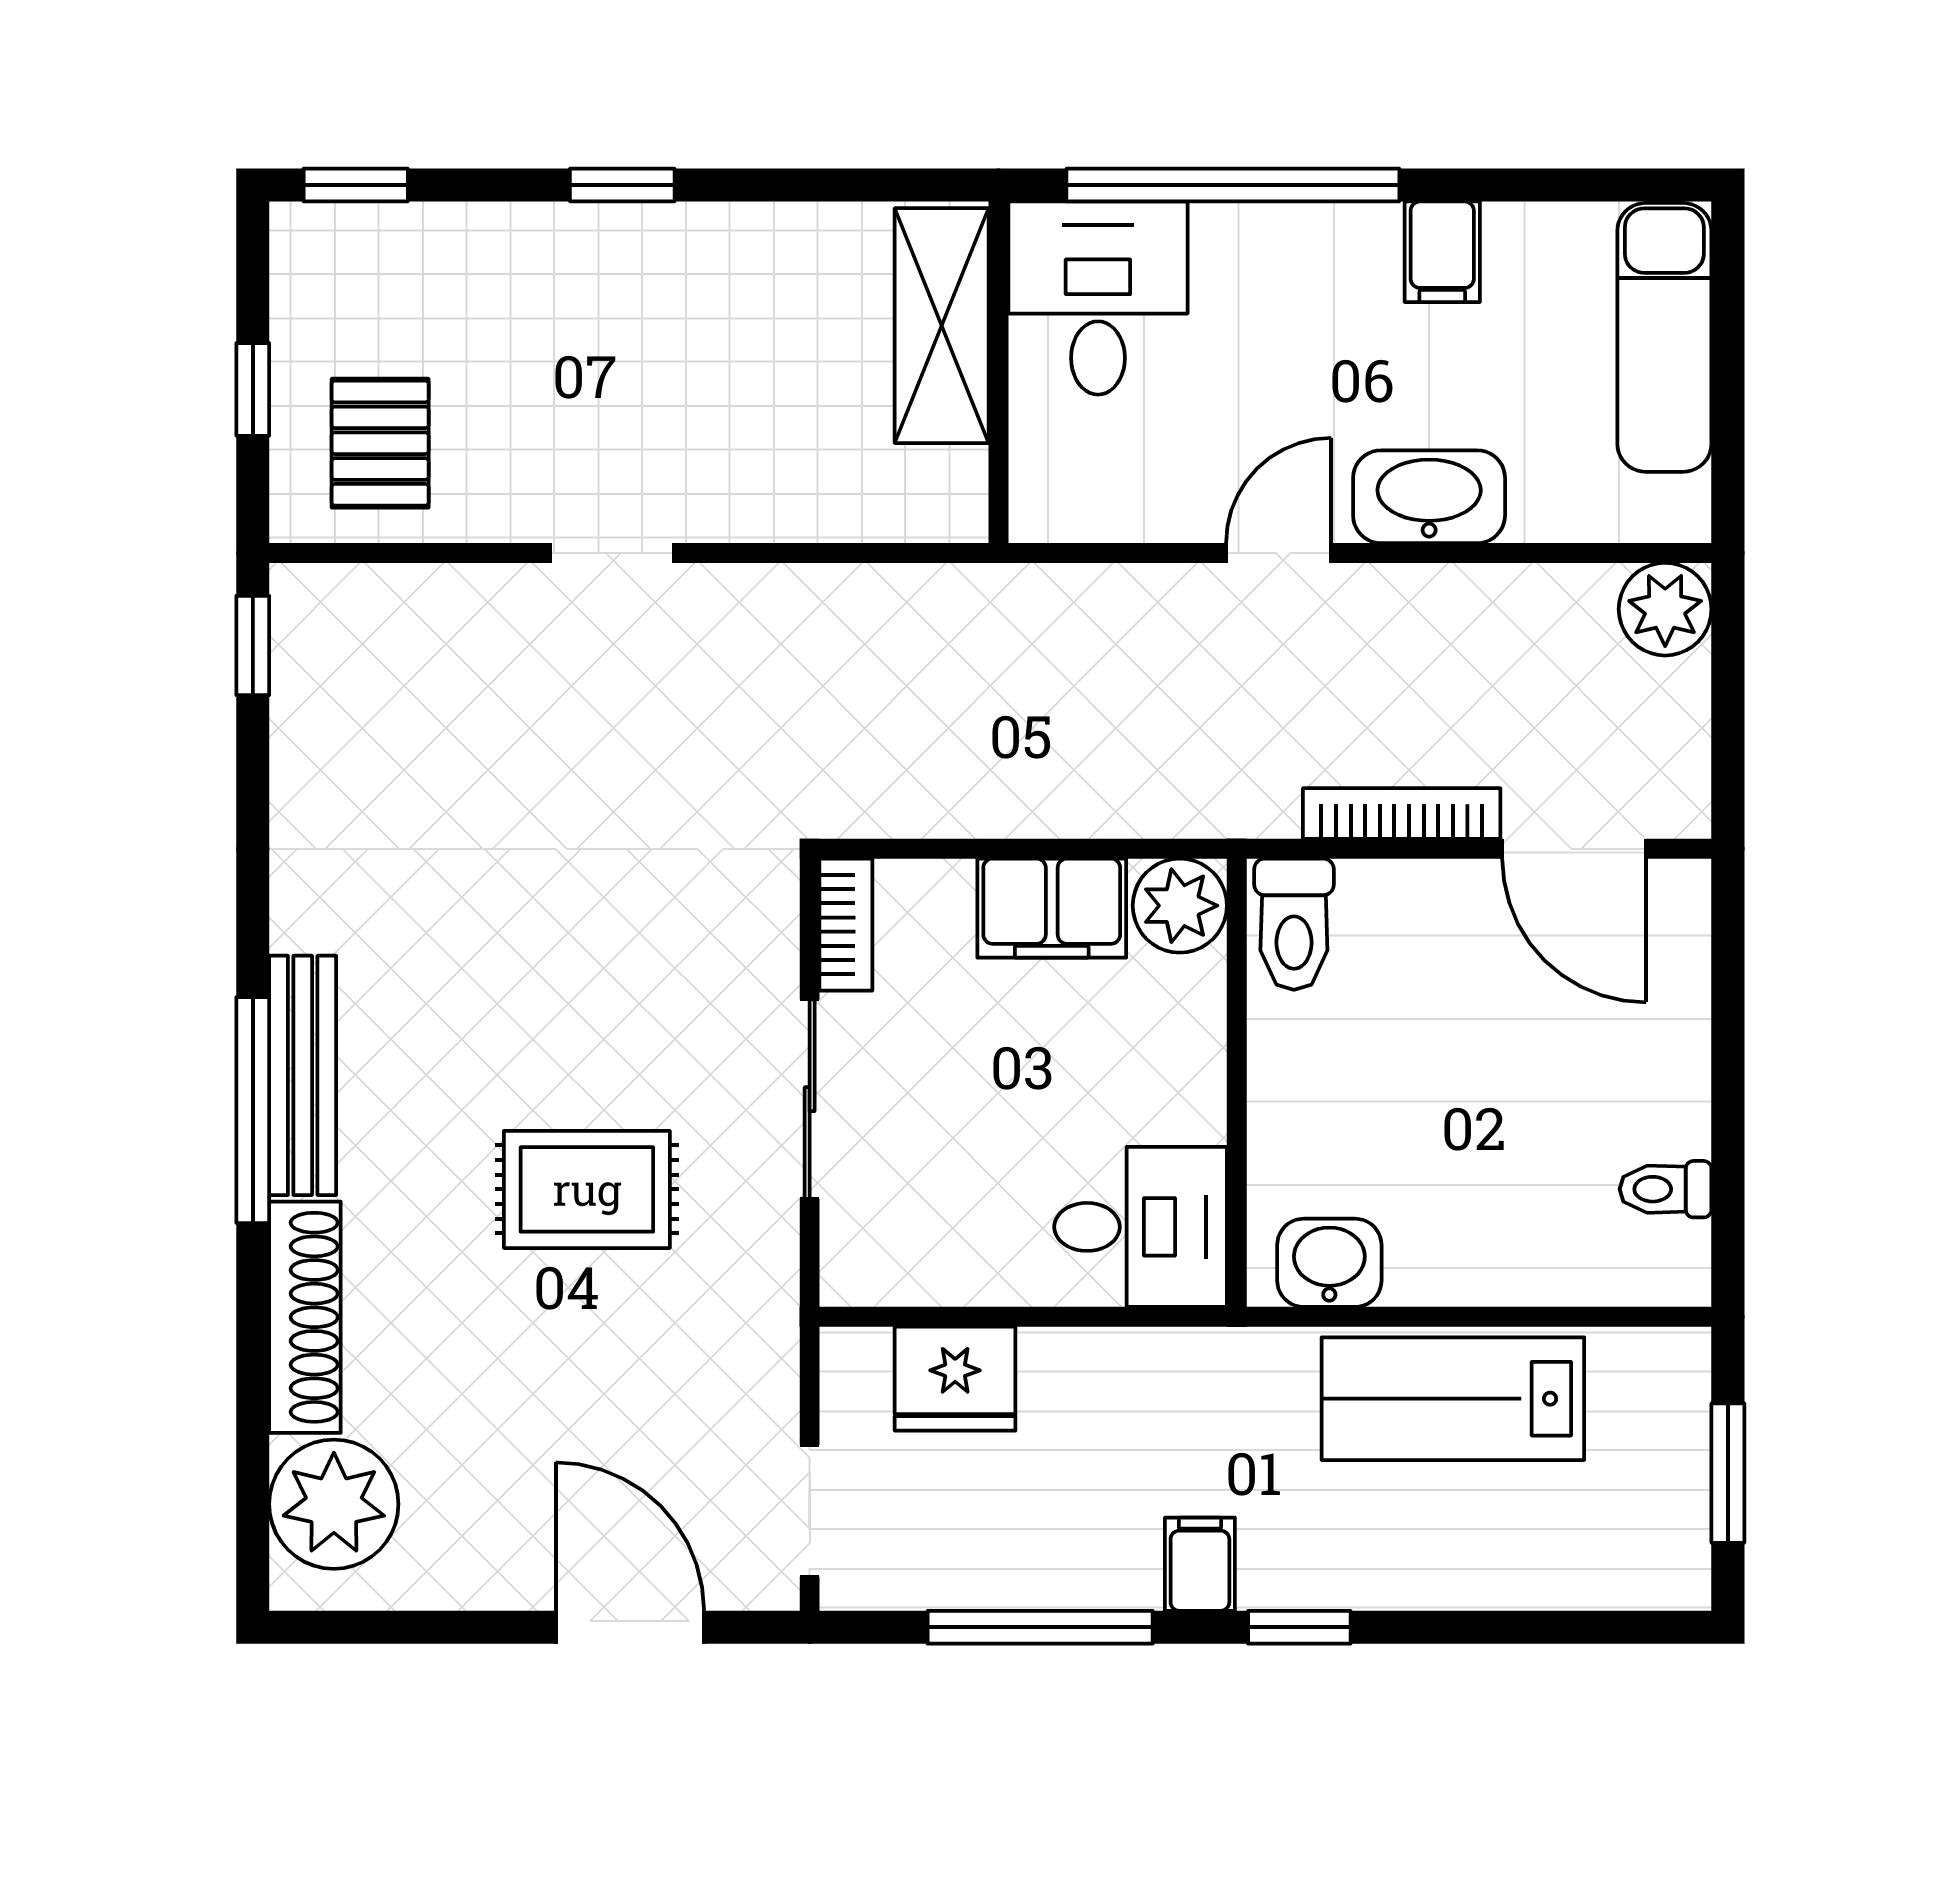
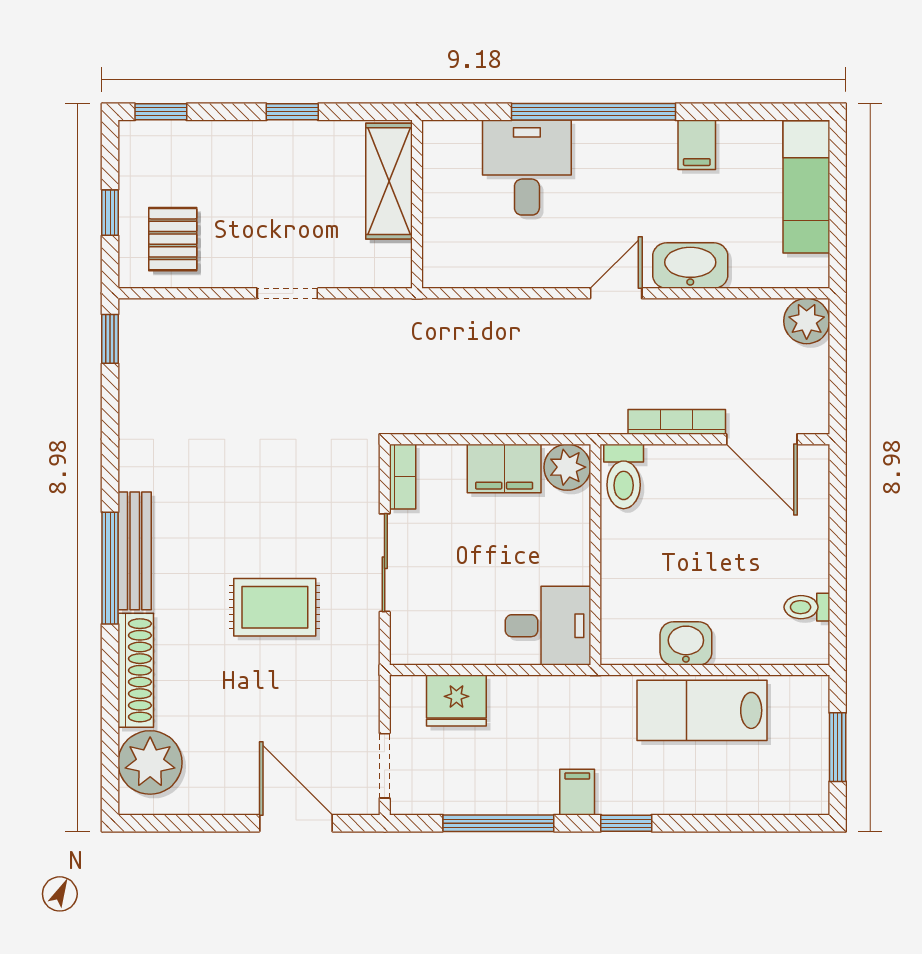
shelving: (942, 326) -> (389, 181), moved
wall: (999, 372) -> (417, 204), moved
washbasin: (1329, 1263) -> (686, 643), moved

